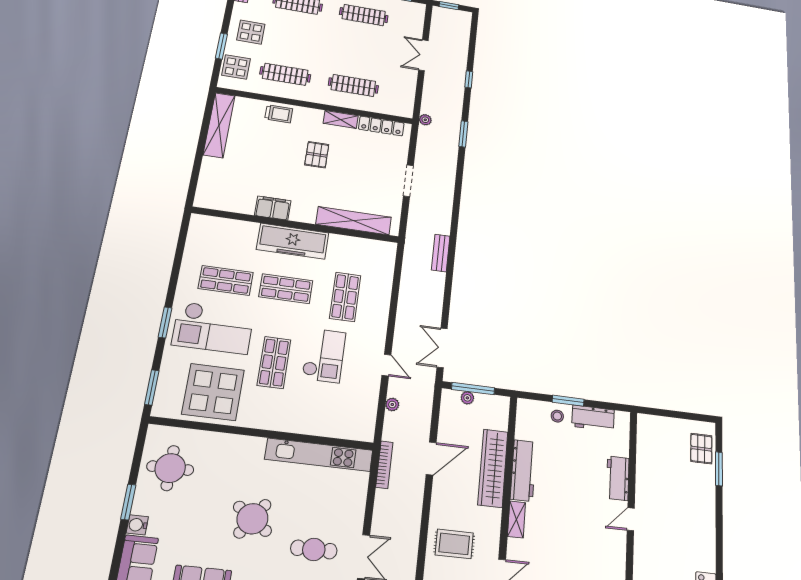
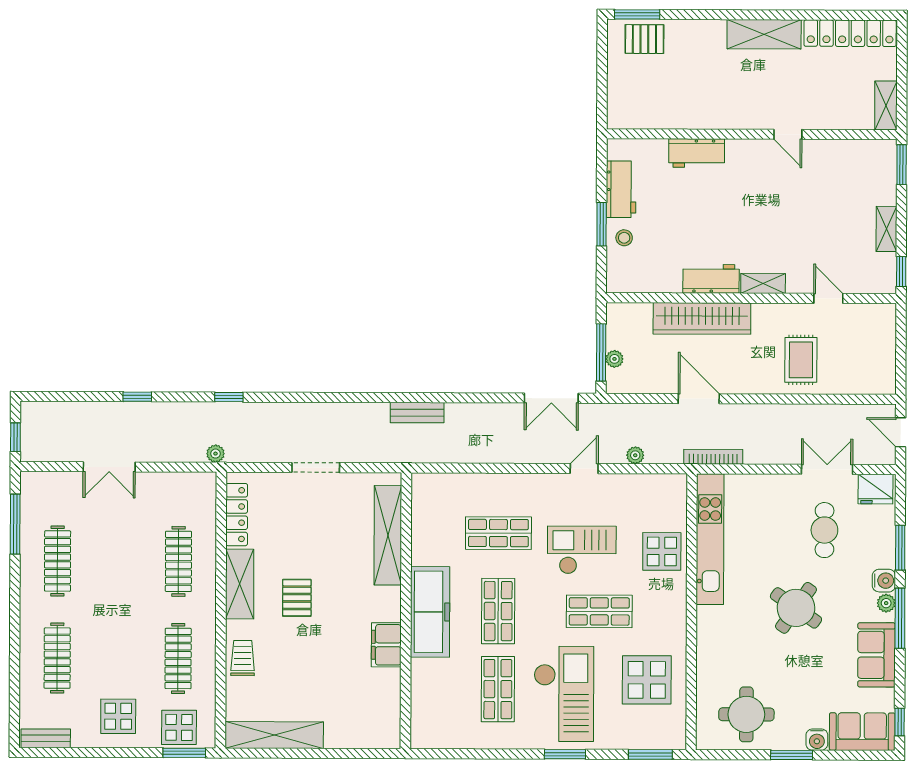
window: (221, 46) -> (184, 753), moved
shelving: (341, 119) -> (240, 584), width x1.50, depth x1.33
window: (463, 134) -> (229, 397), width x0.67
pallet: (317, 155) -> (297, 598), turned 90
display table: (213, 392) -> (647, 680), width x0.73, depth x0.73
display table: (314, 416) -> (662, 551), added
window: (719, 469) -> (637, 14), moved
workbench: (523, 470) -> (711, 279), width x0.73
door: (631, 519) -> (788, 134), moved
shelving: (705, 540) -> (764, 34), added

